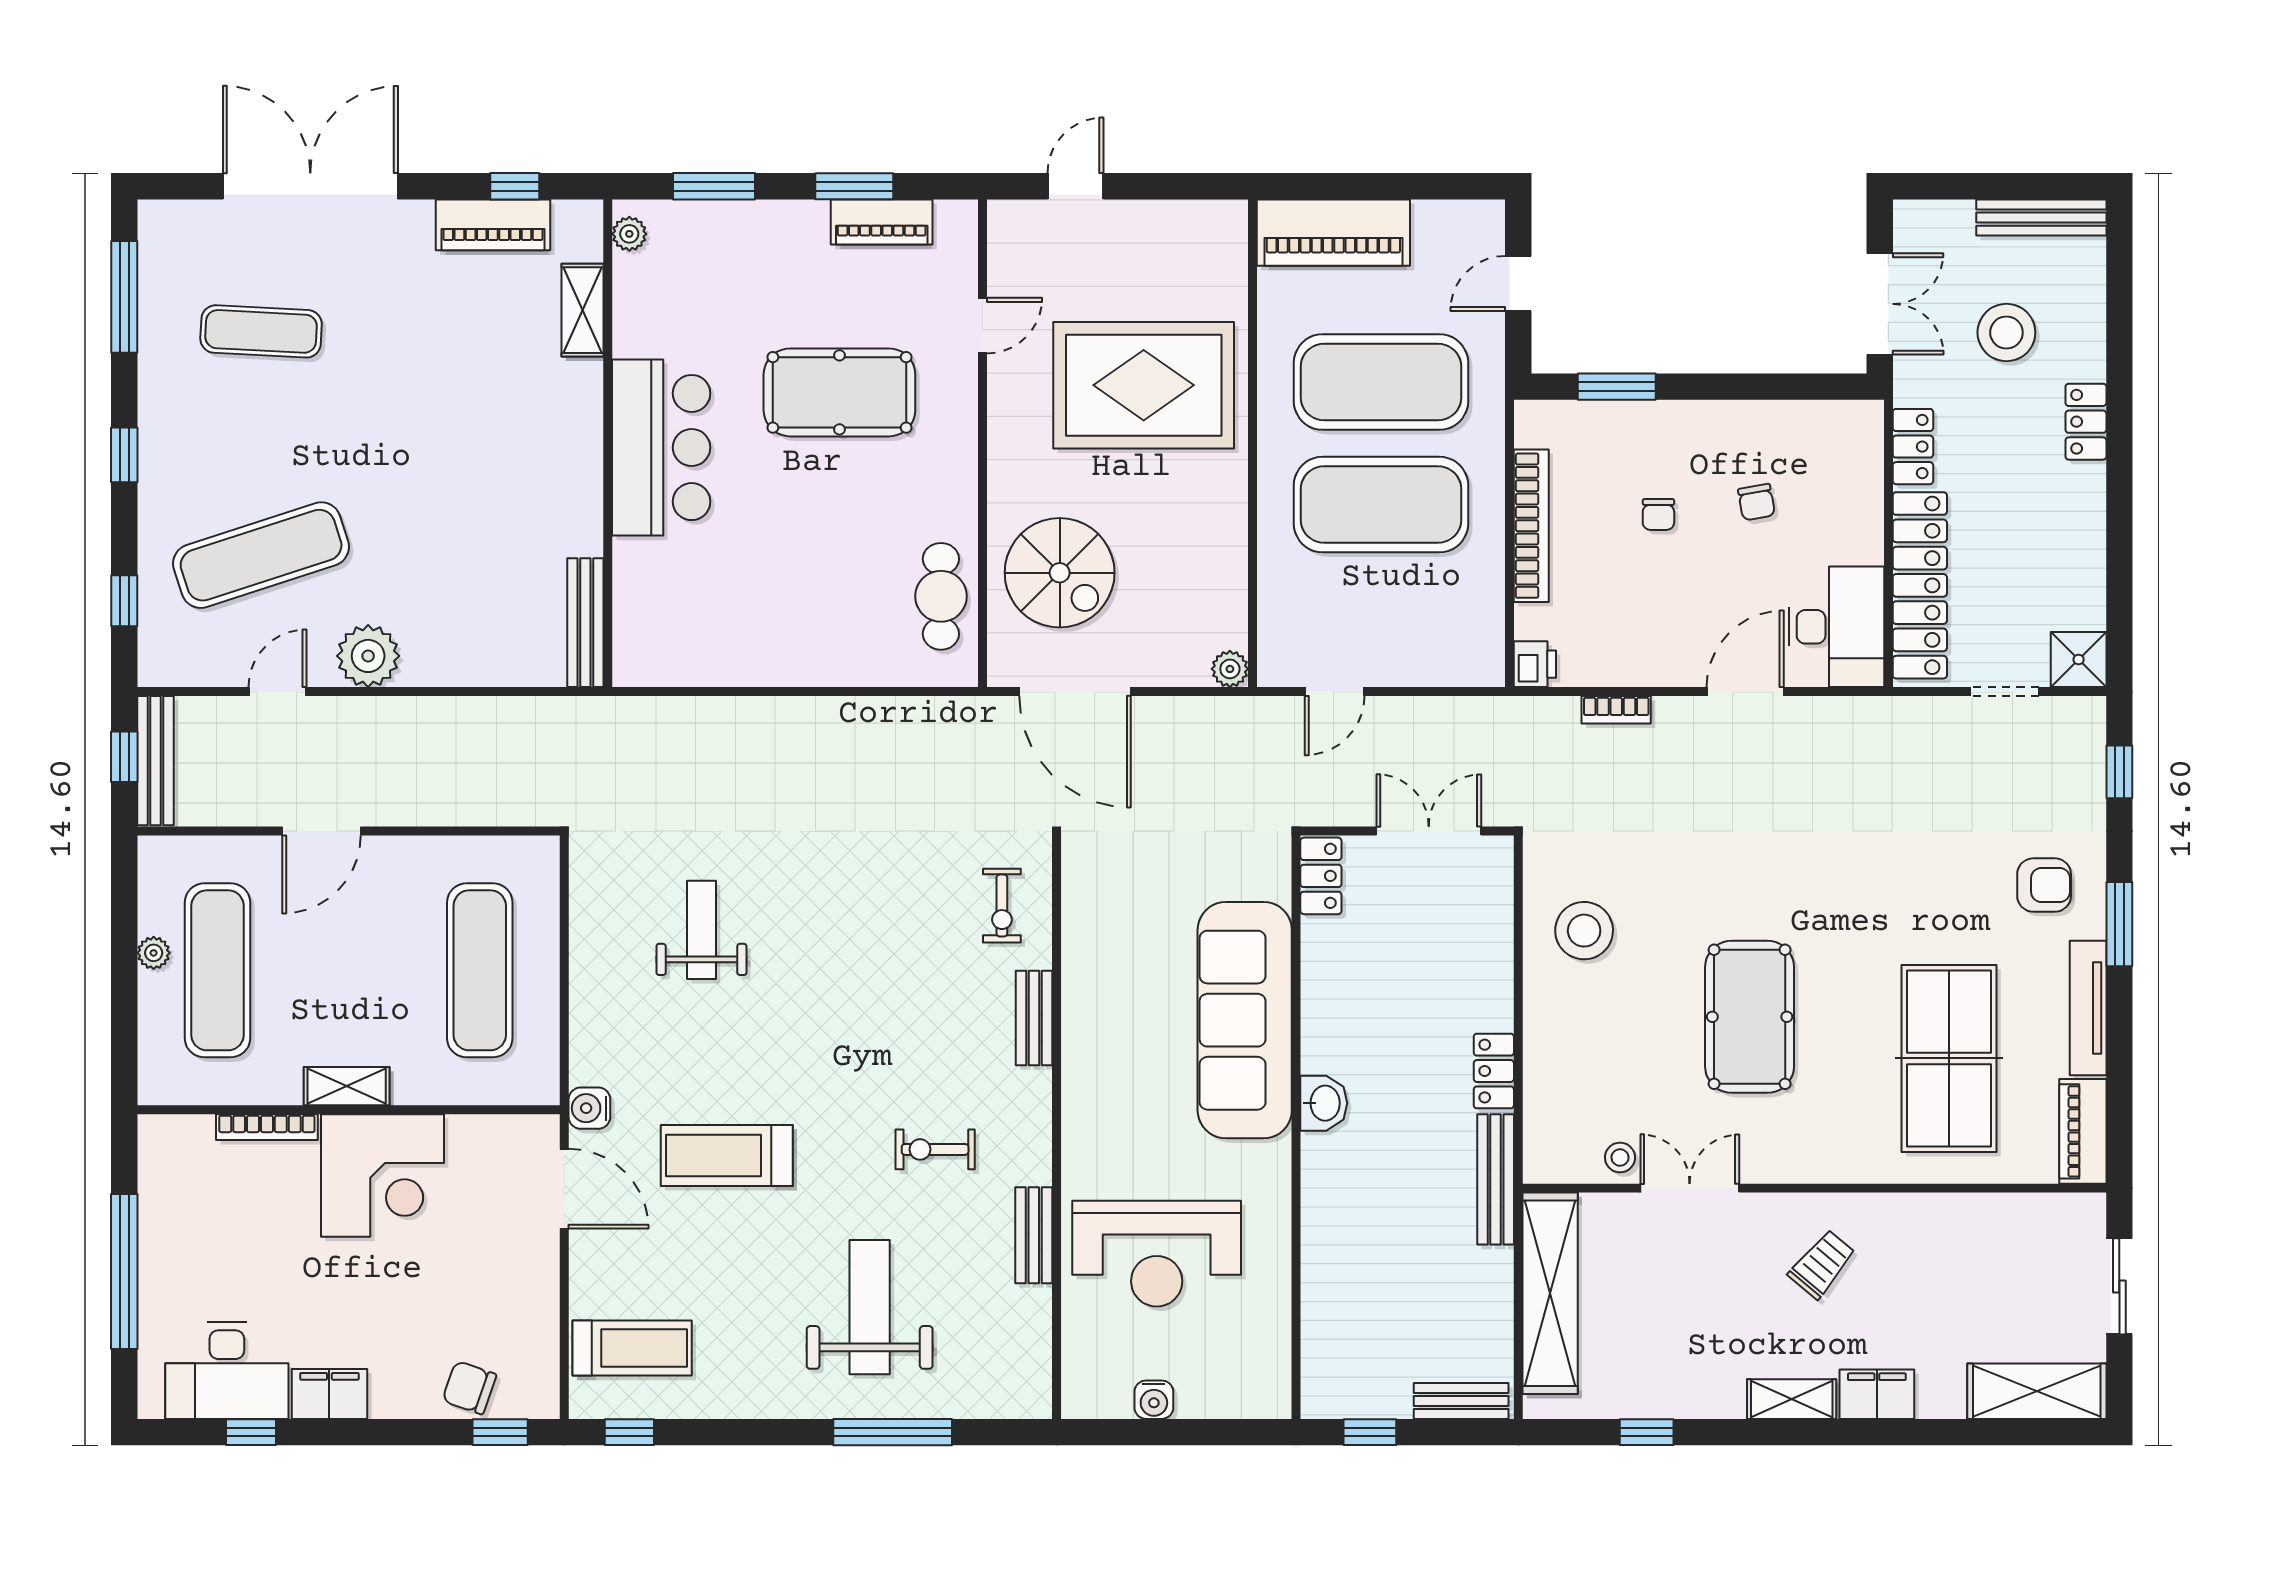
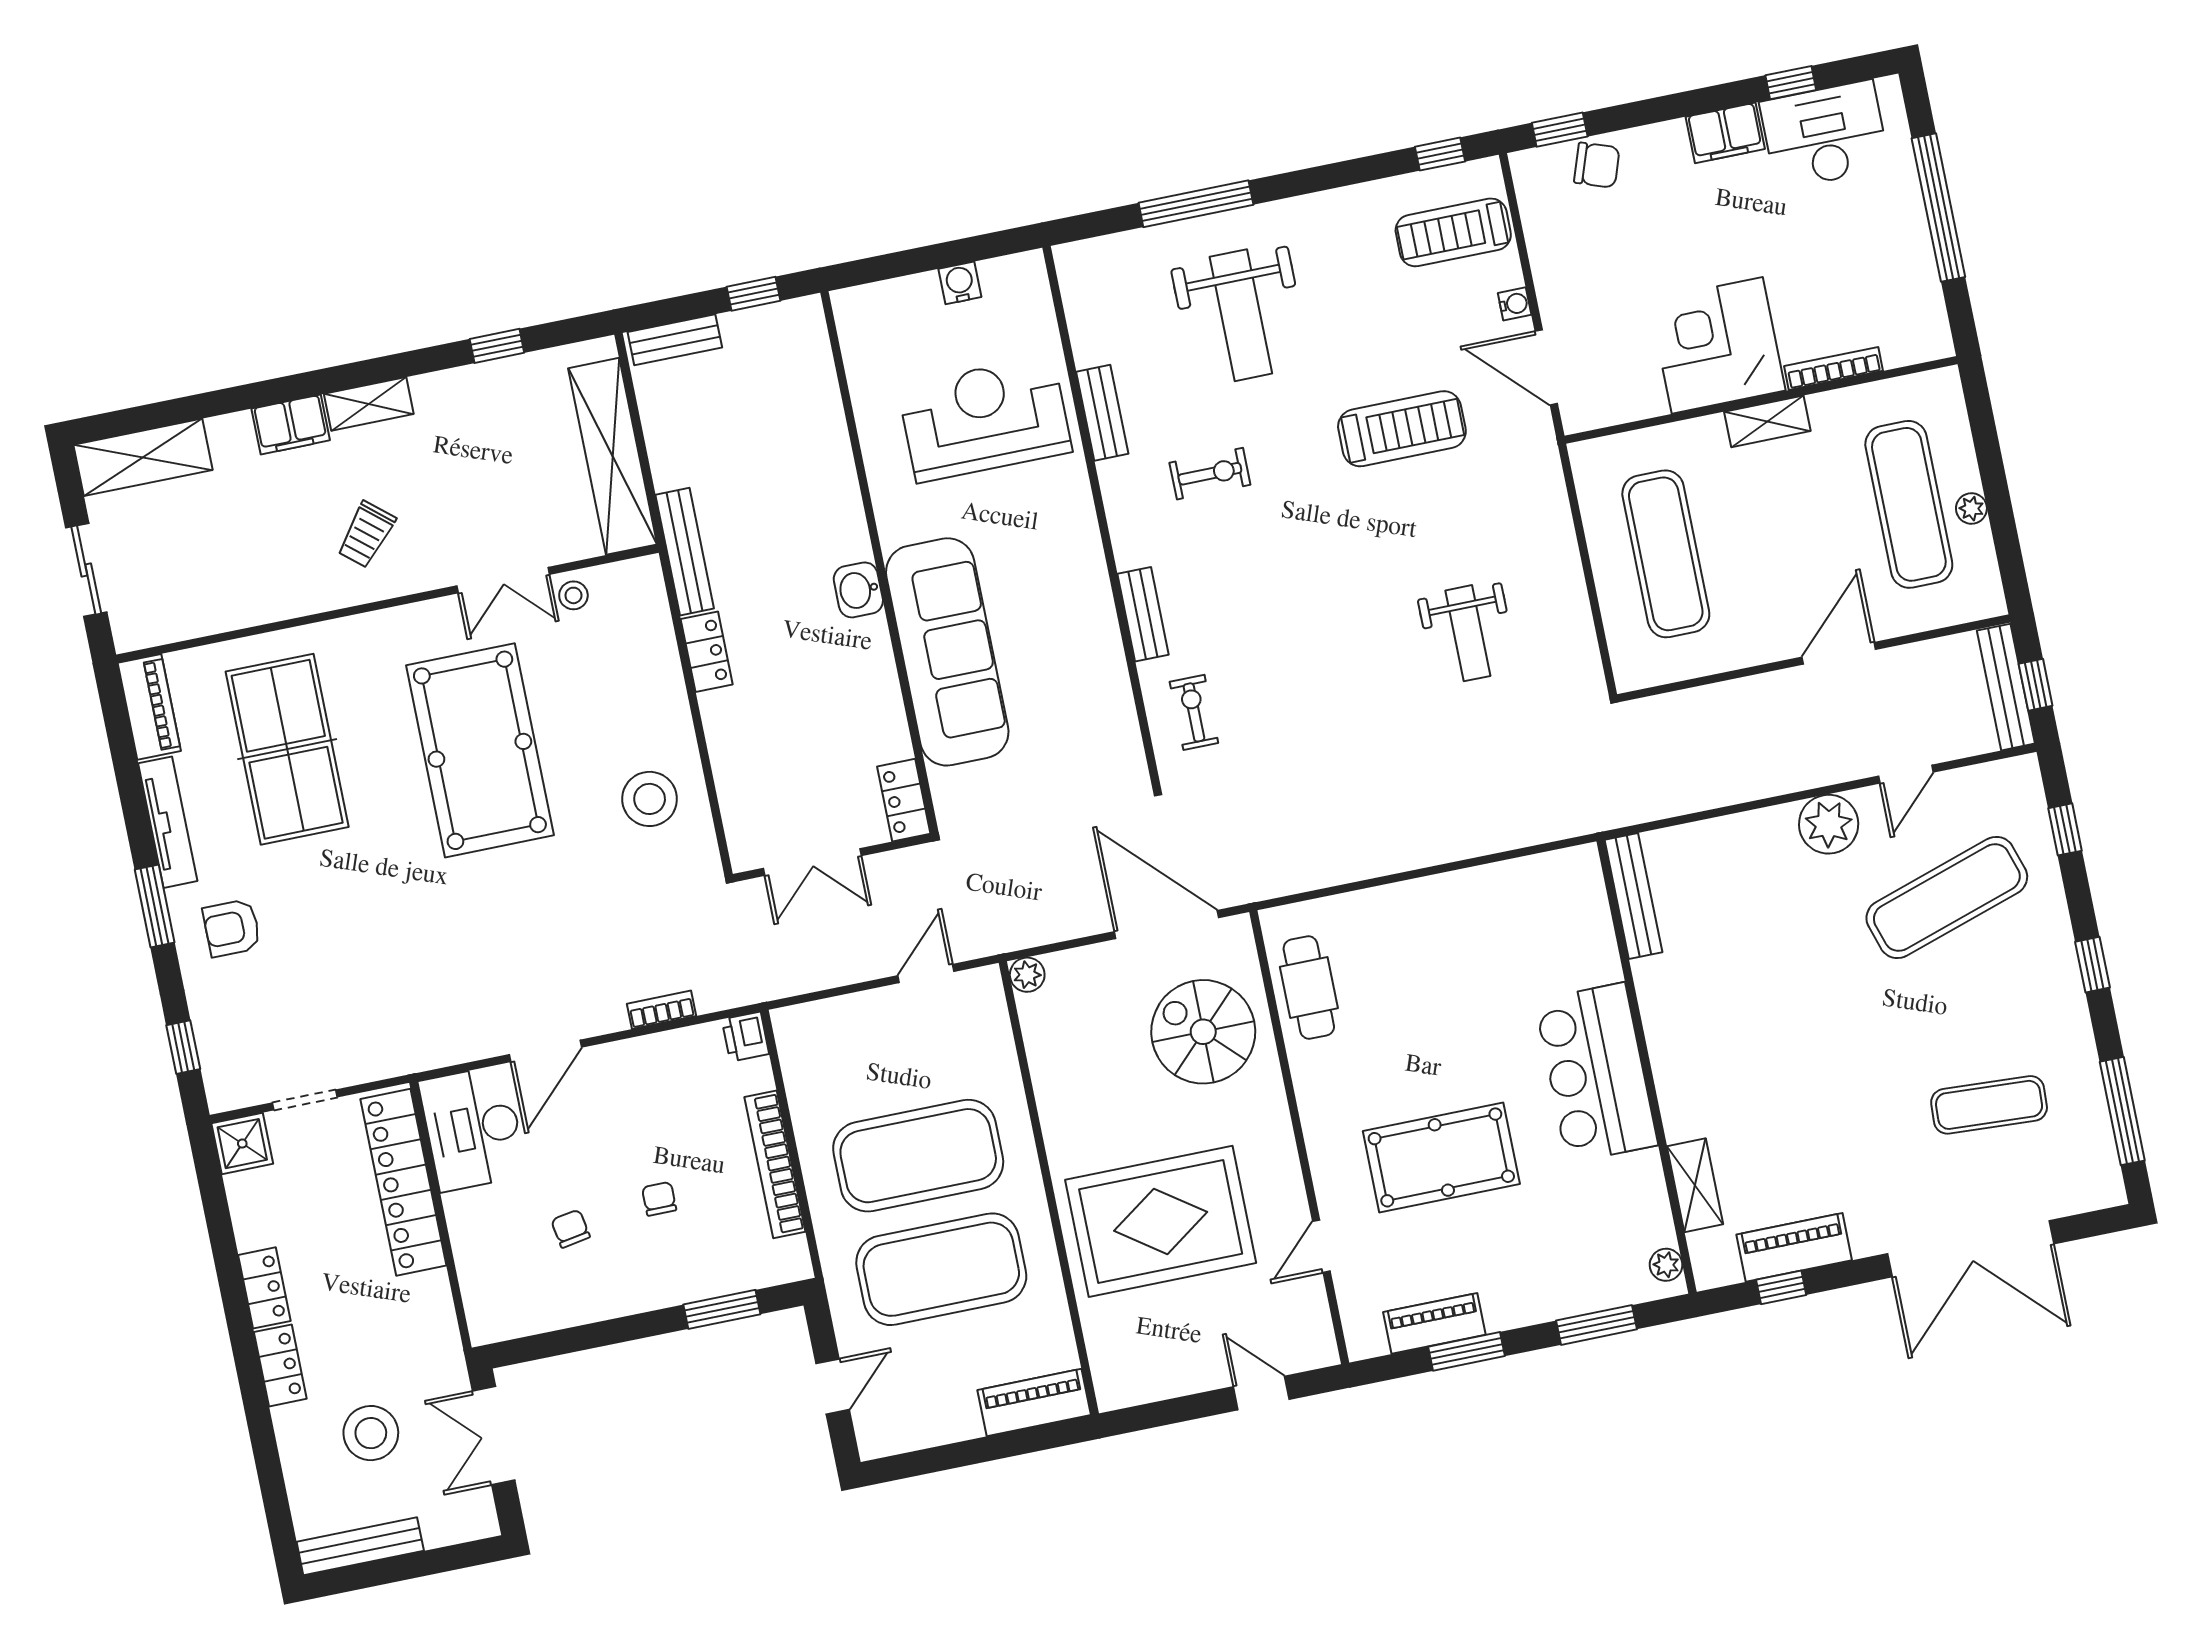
door: (1076, 186) -> (1261, 1393), swing flipped
piano: (1333, 233) -> (1034, 1402), width x0.73, depth x0.75
locker: (1913, 447) -> (264, 1288), moved, turned 180
pool table: (1750, 1017) -> (480, 750), width x1.36, depth x1.32
water cooler: (589, 1108) -> (1515, 304), moved, width x0.72, depth x0.72

